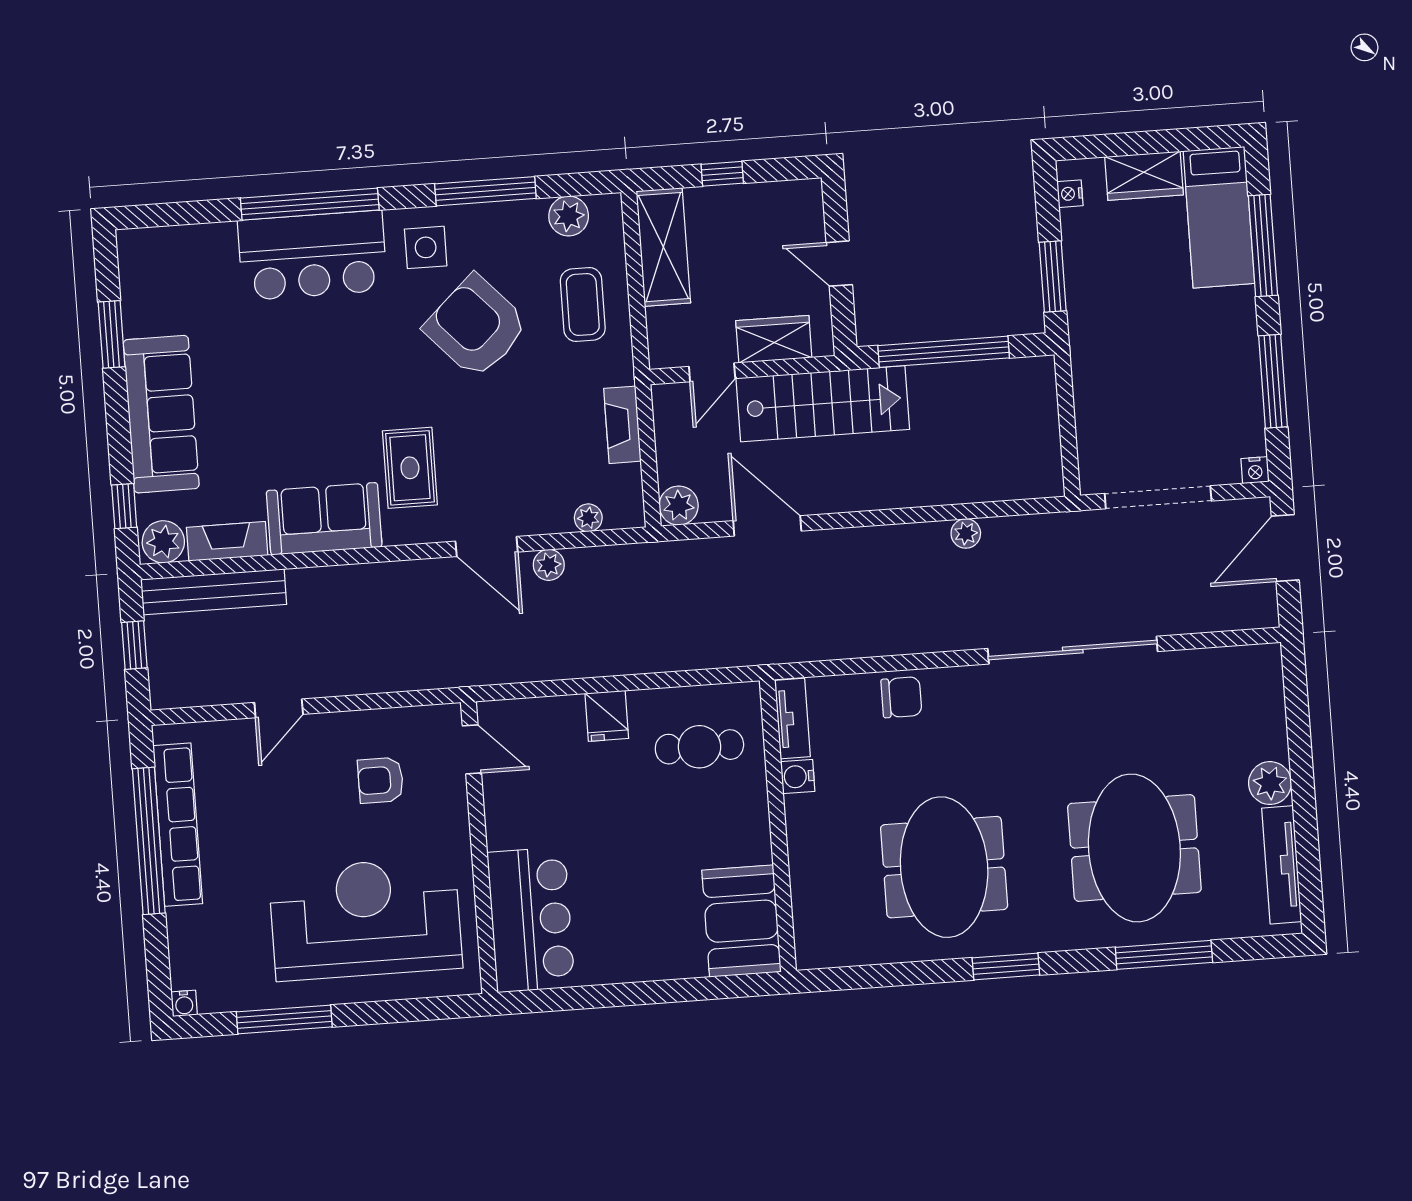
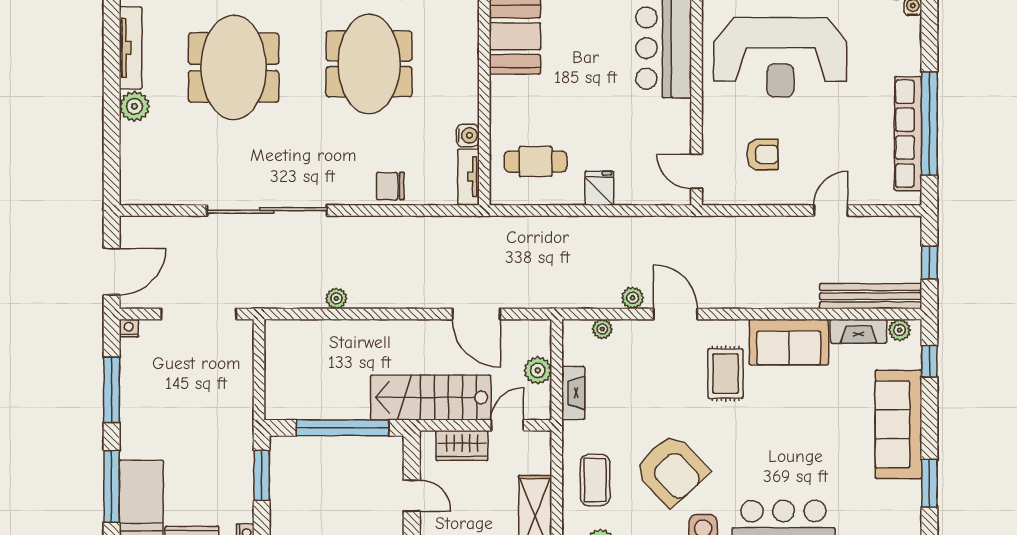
plant: (679, 506) -> (538, 370), moved
plant: (163, 542) -> (900, 330), width x0.73, depth x0.73

